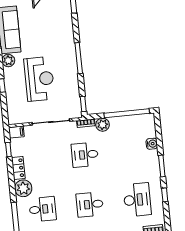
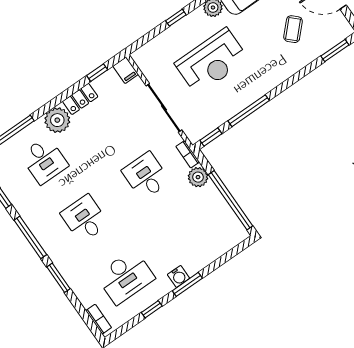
coffee table: (47, 21) -> (293, 29), added
window: (79, 58) -> (249, 111), moved
water cooler: (152, 144) -> (179, 276), moved

